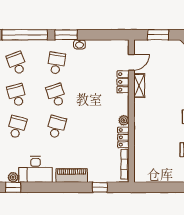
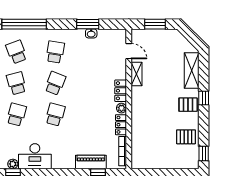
window: (66, 35) -> (88, 24), moved
washbasin: (80, 44) -> (91, 33), moved
door: (131, 62) -> (129, 51), hinge flipped
locker: (123, 82) -> (121, 91), moved
school desk: (56, 95) -> (55, 83), turned 39
piano: (72, 175) -> (91, 162), moved

